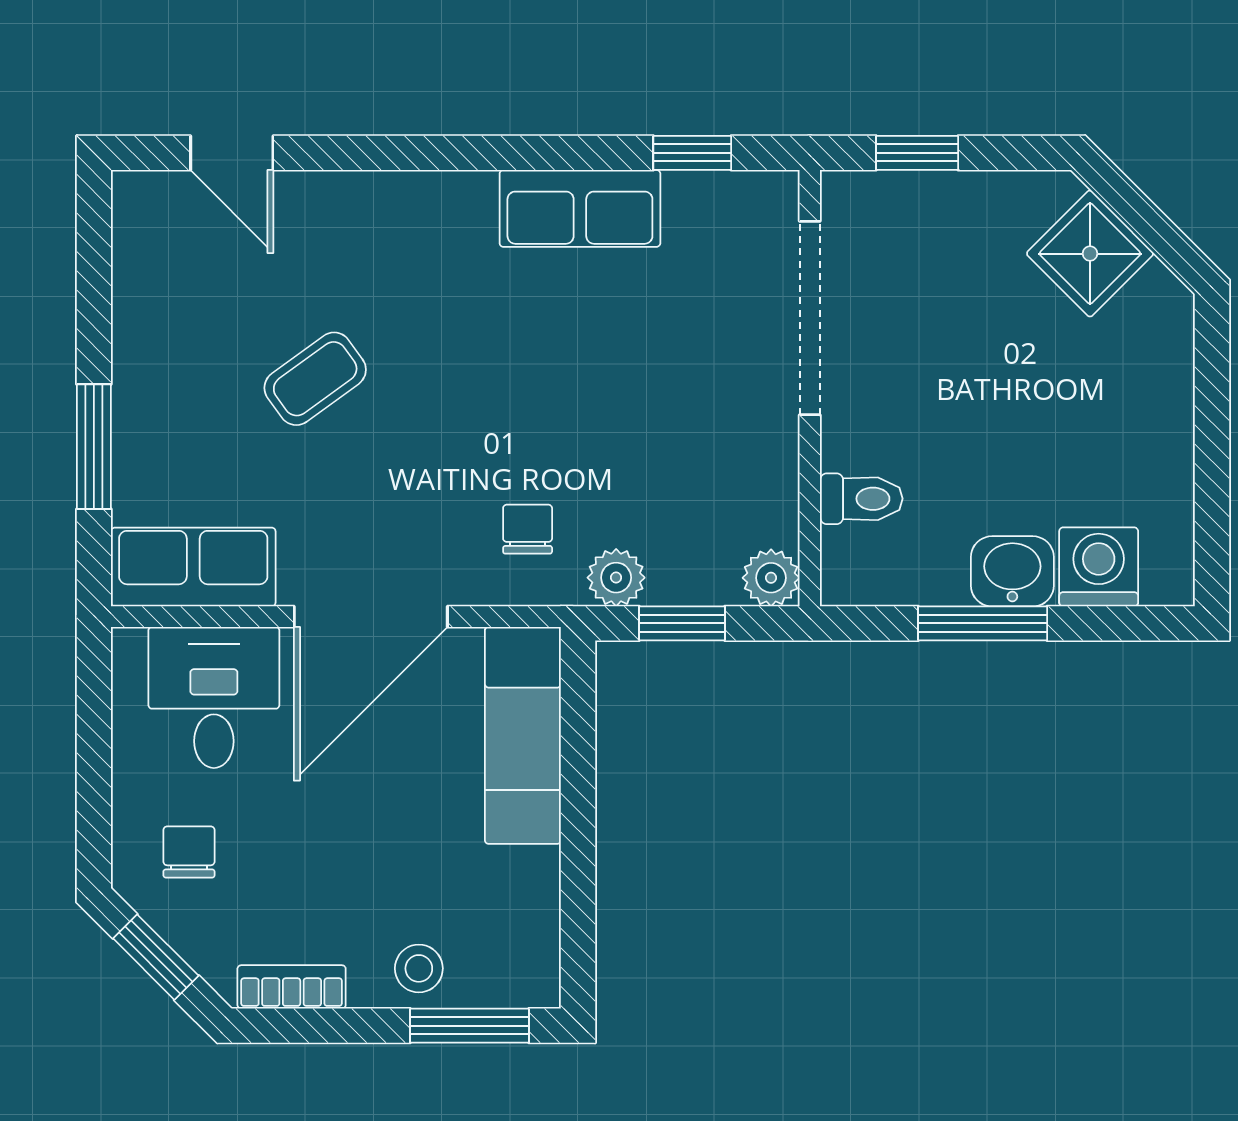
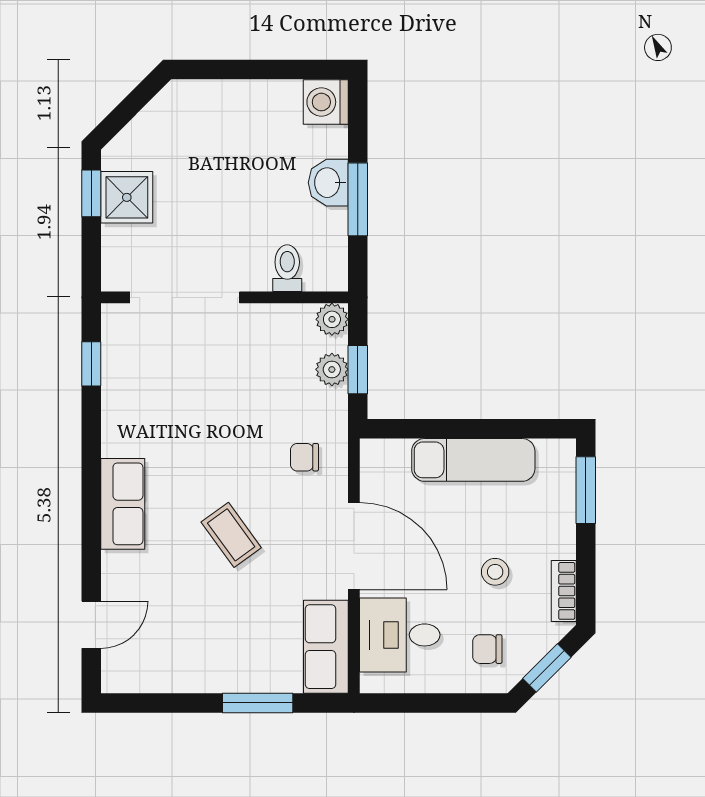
window: (917, 153) -> (91, 193), moved
row of seats: (580, 208) -> (123, 504), moved
shower: (1090, 254) -> (127, 197), moved, turned 45
coffee table: (315, 379) -> (231, 535), moved
washing machine: (1099, 567) -> (326, 102), moved
plant: (616, 578) -> (332, 369), moved
exam couch: (523, 735) -> (473, 460), moved
stool: (419, 968) -> (495, 572), moved

